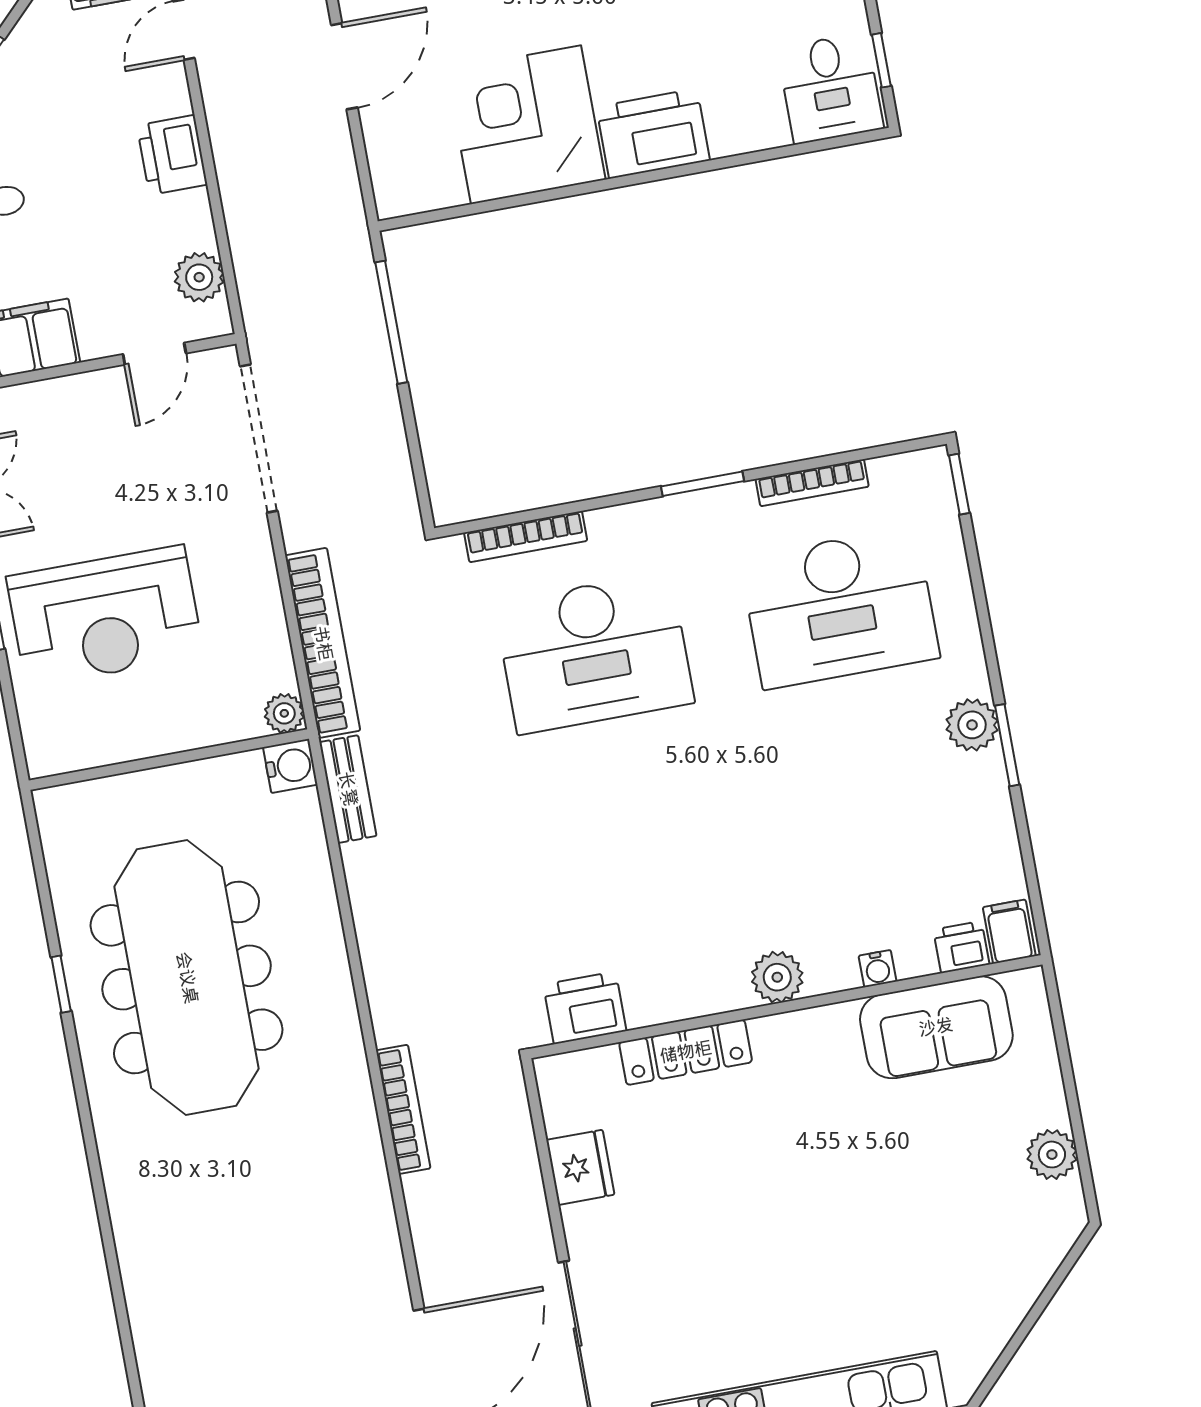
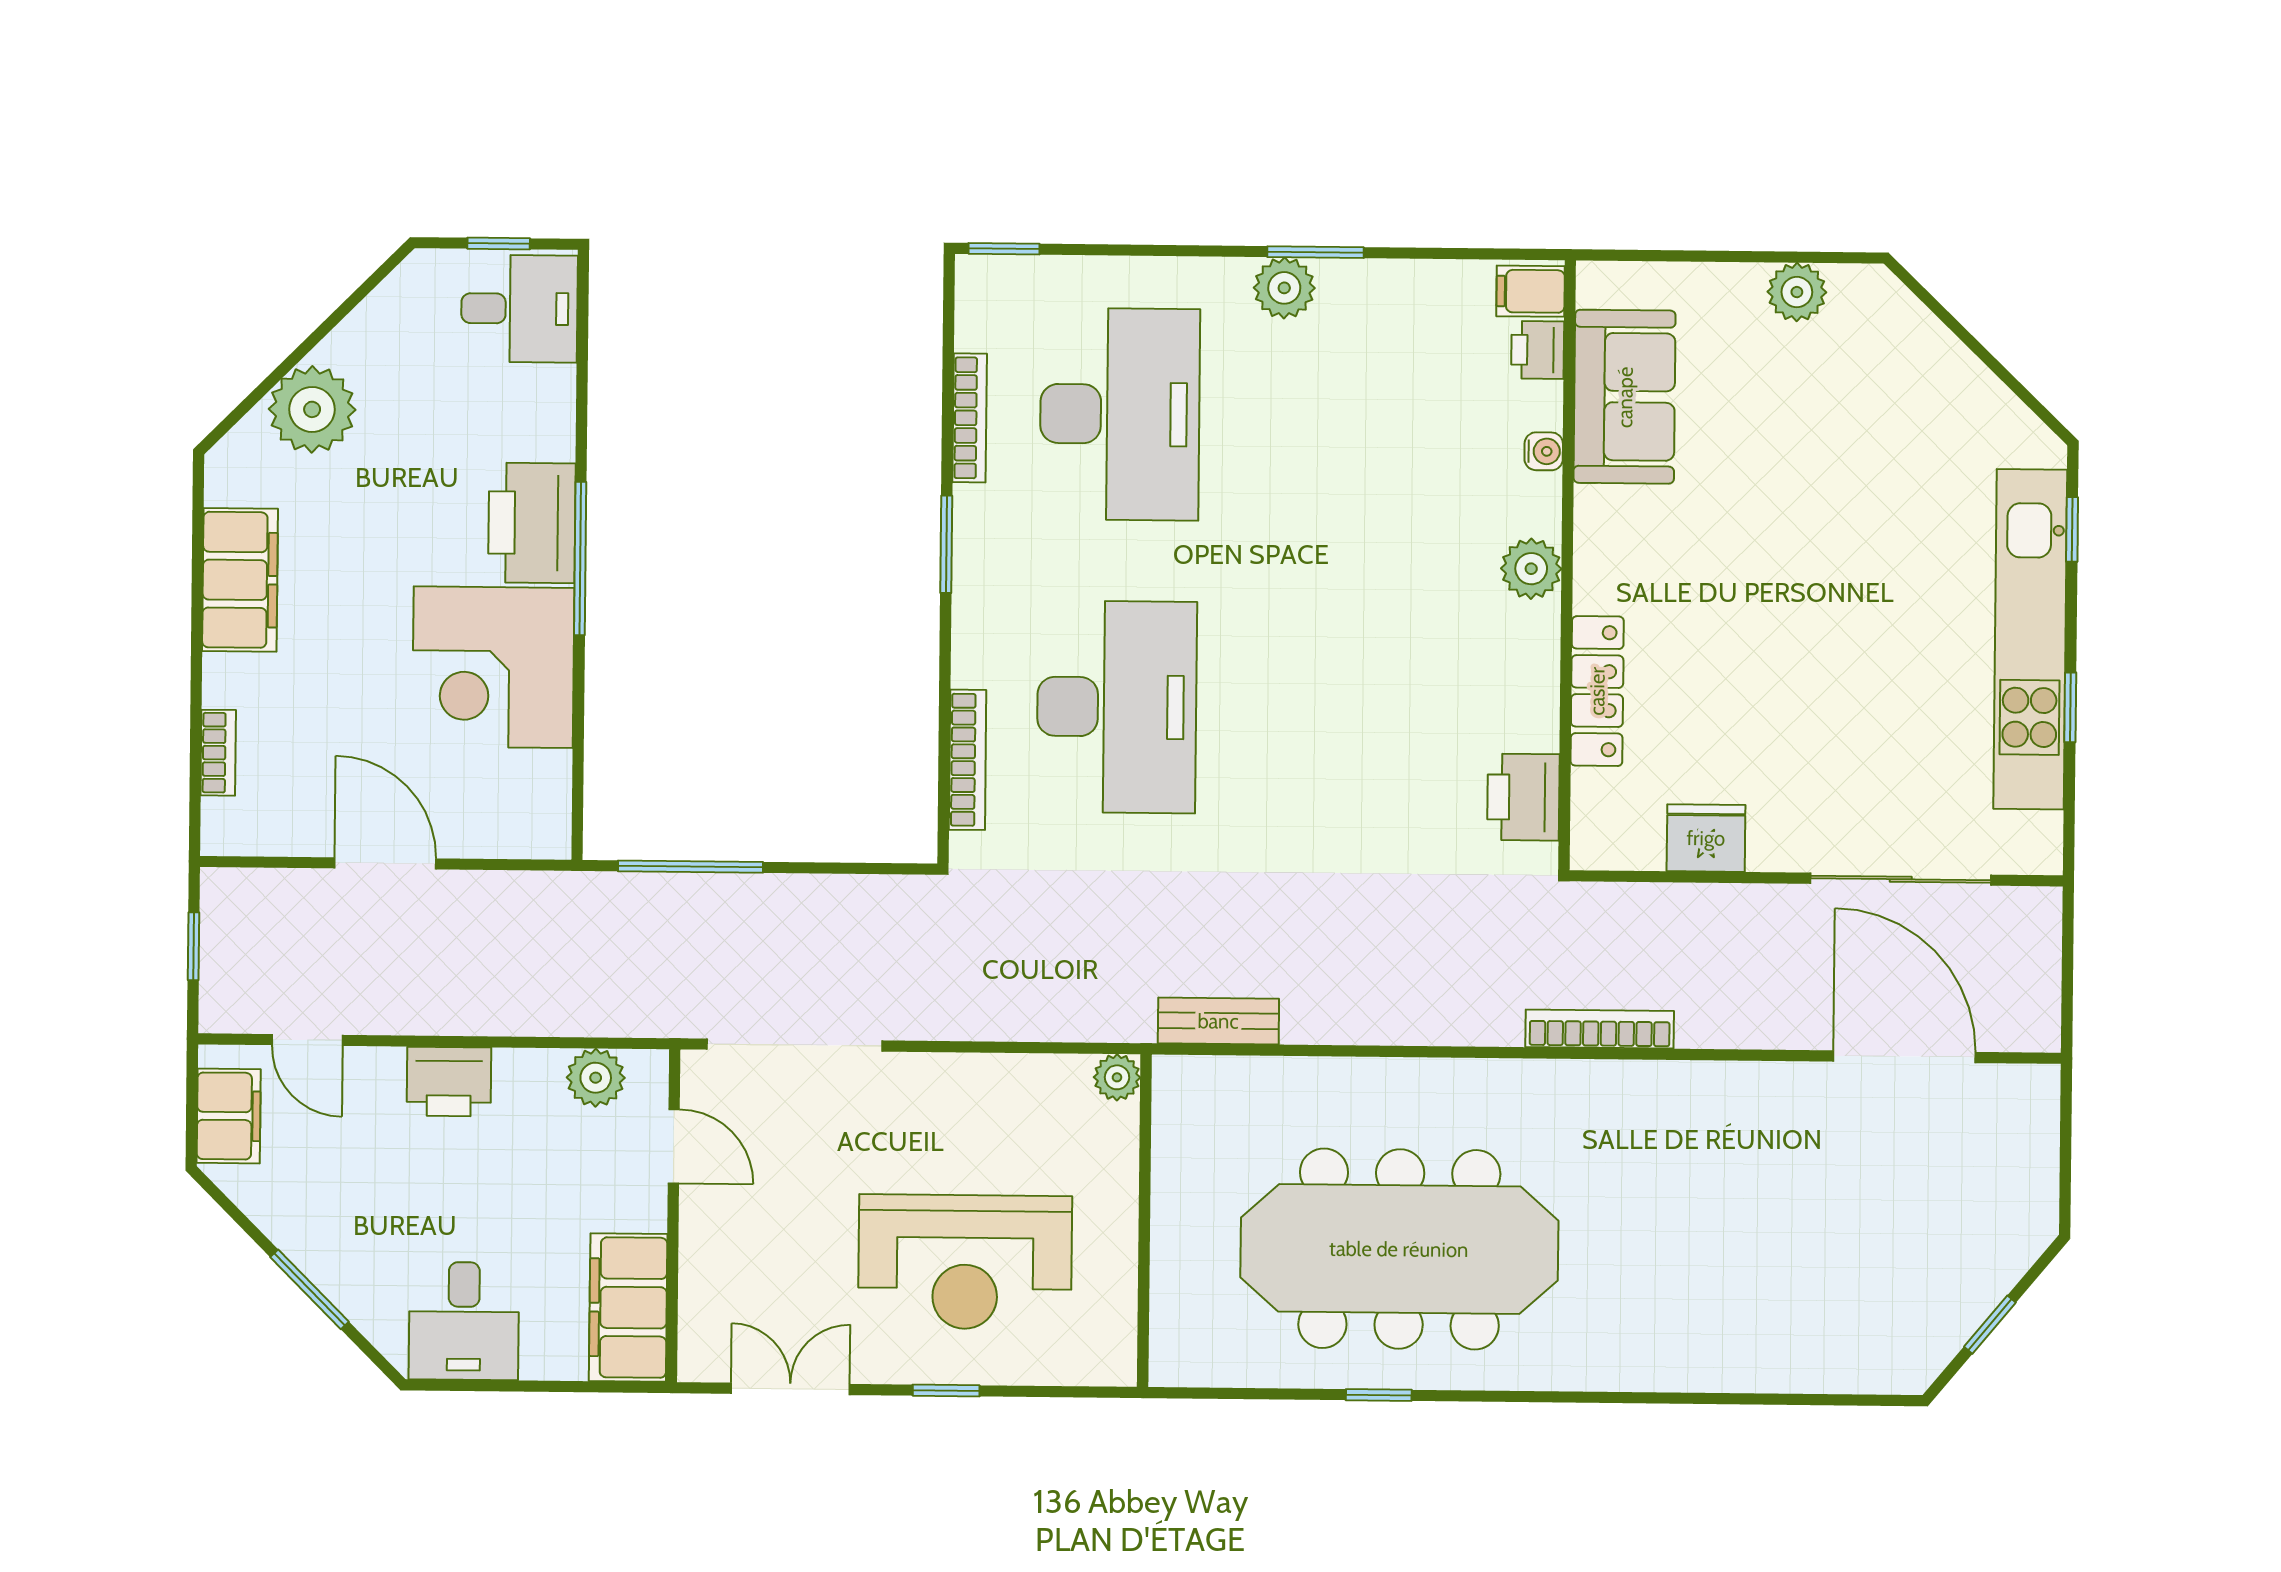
window: (631, 180) -> (580, 559), added
reception desk: (105, 616) -> (965, 1262), turned 90
bookcase: (323, 643) -> (1045, 1017), removed
water cooler: (290, 766) -> (1179, 1082), removed

